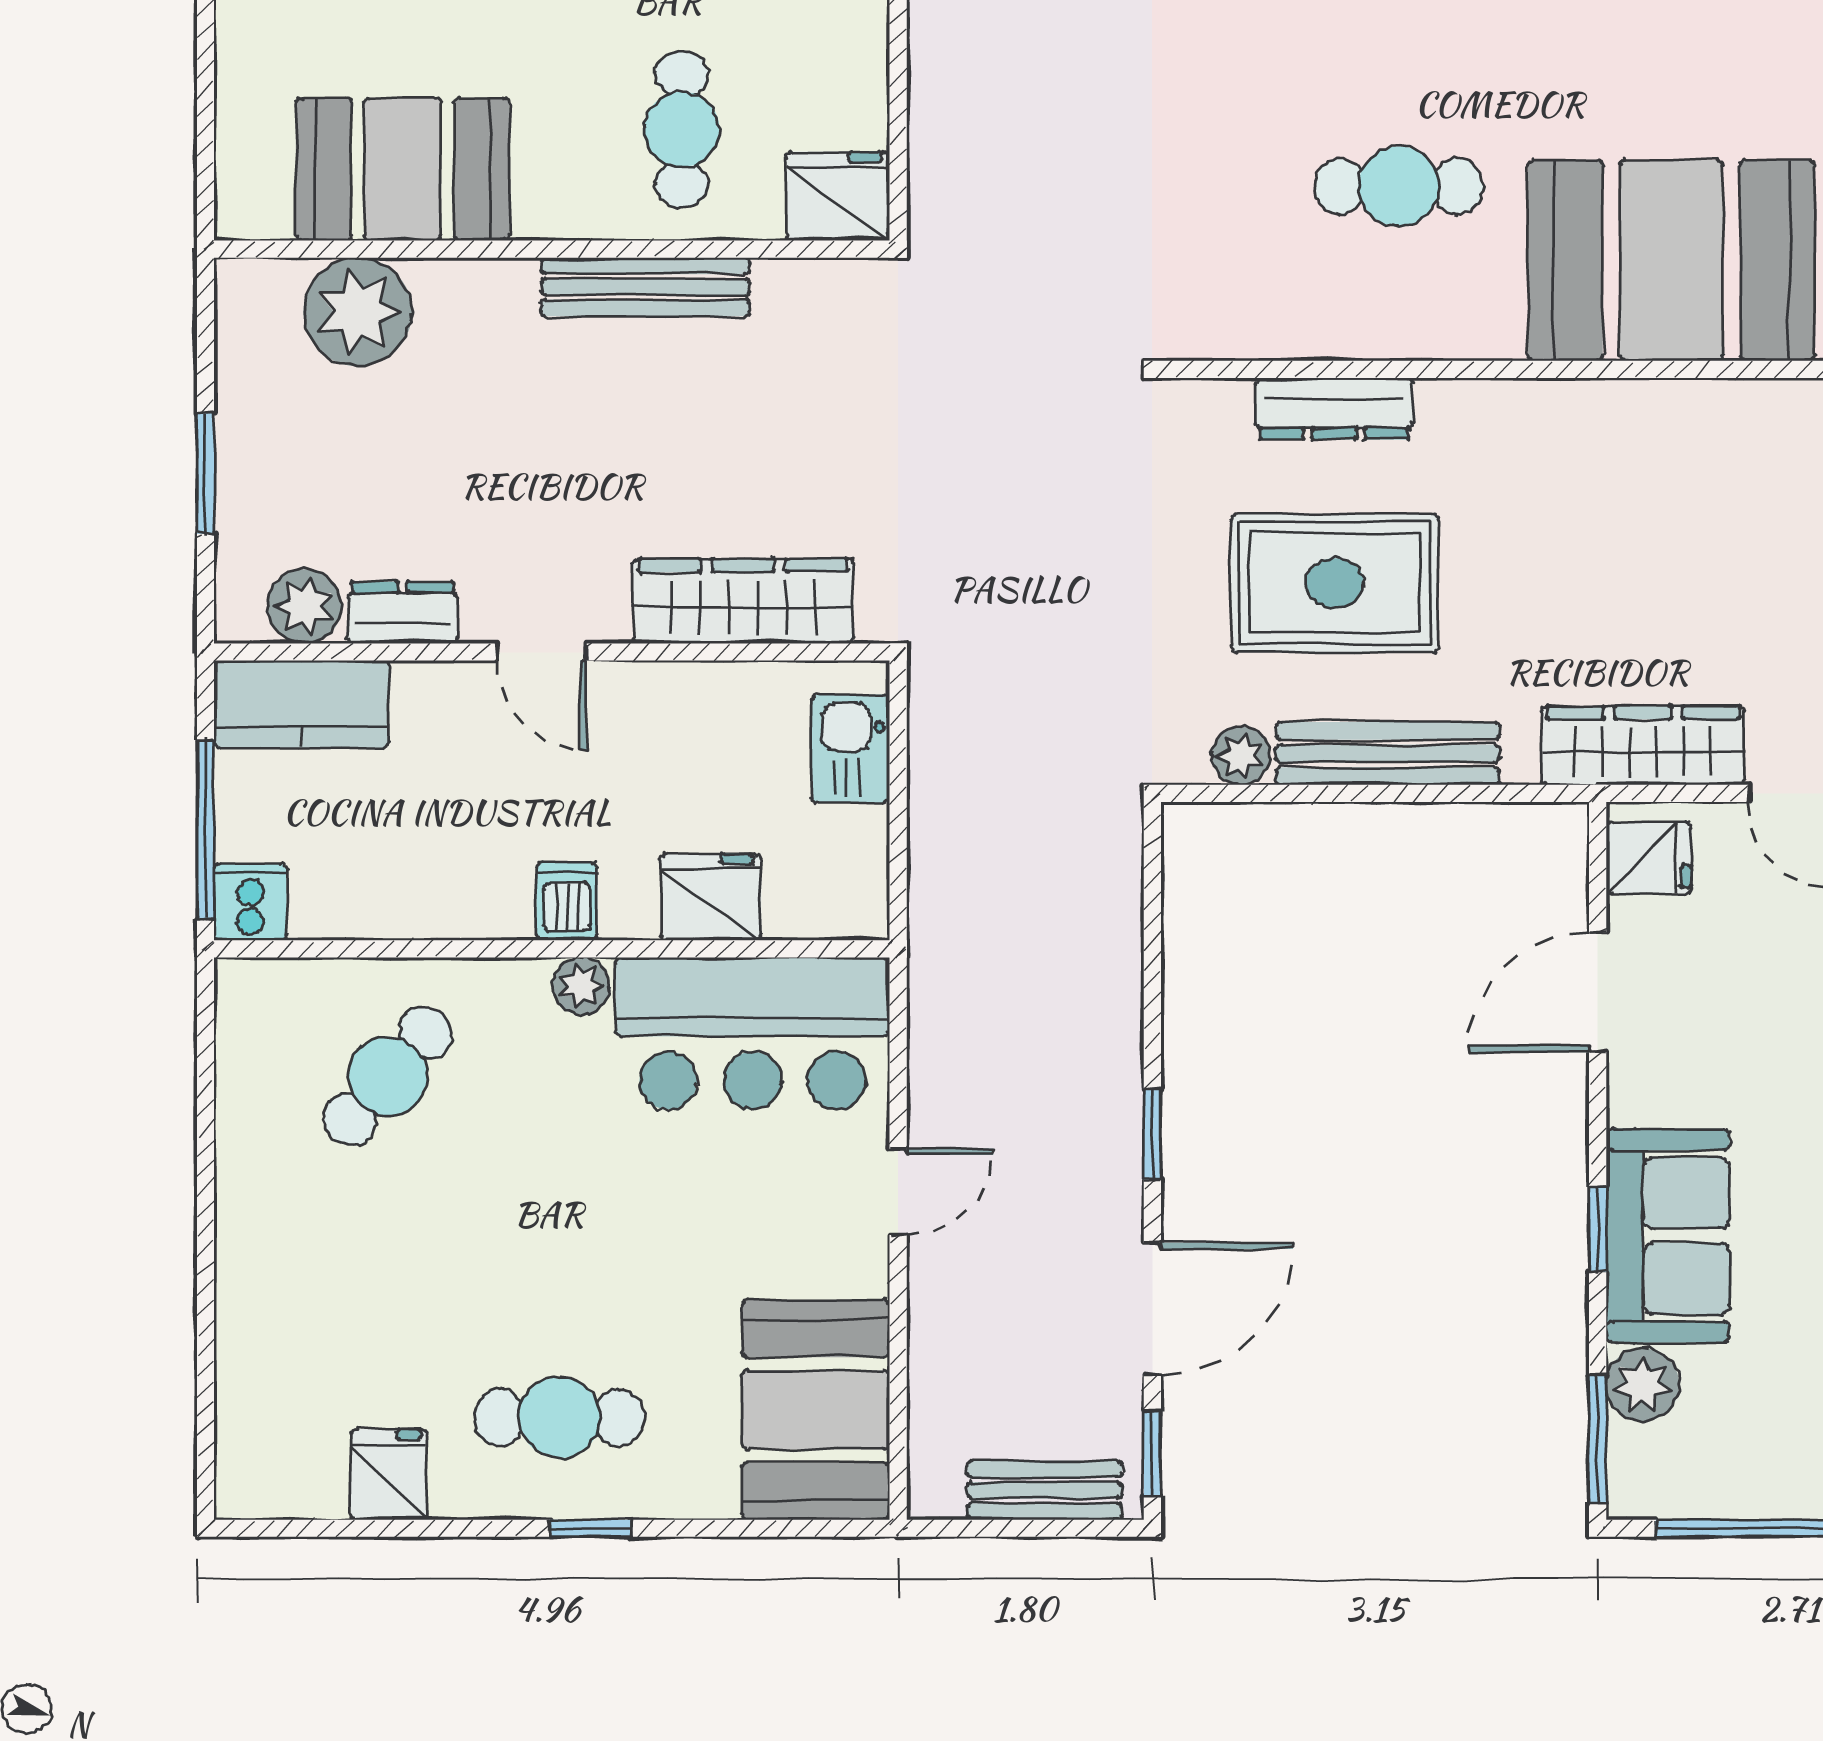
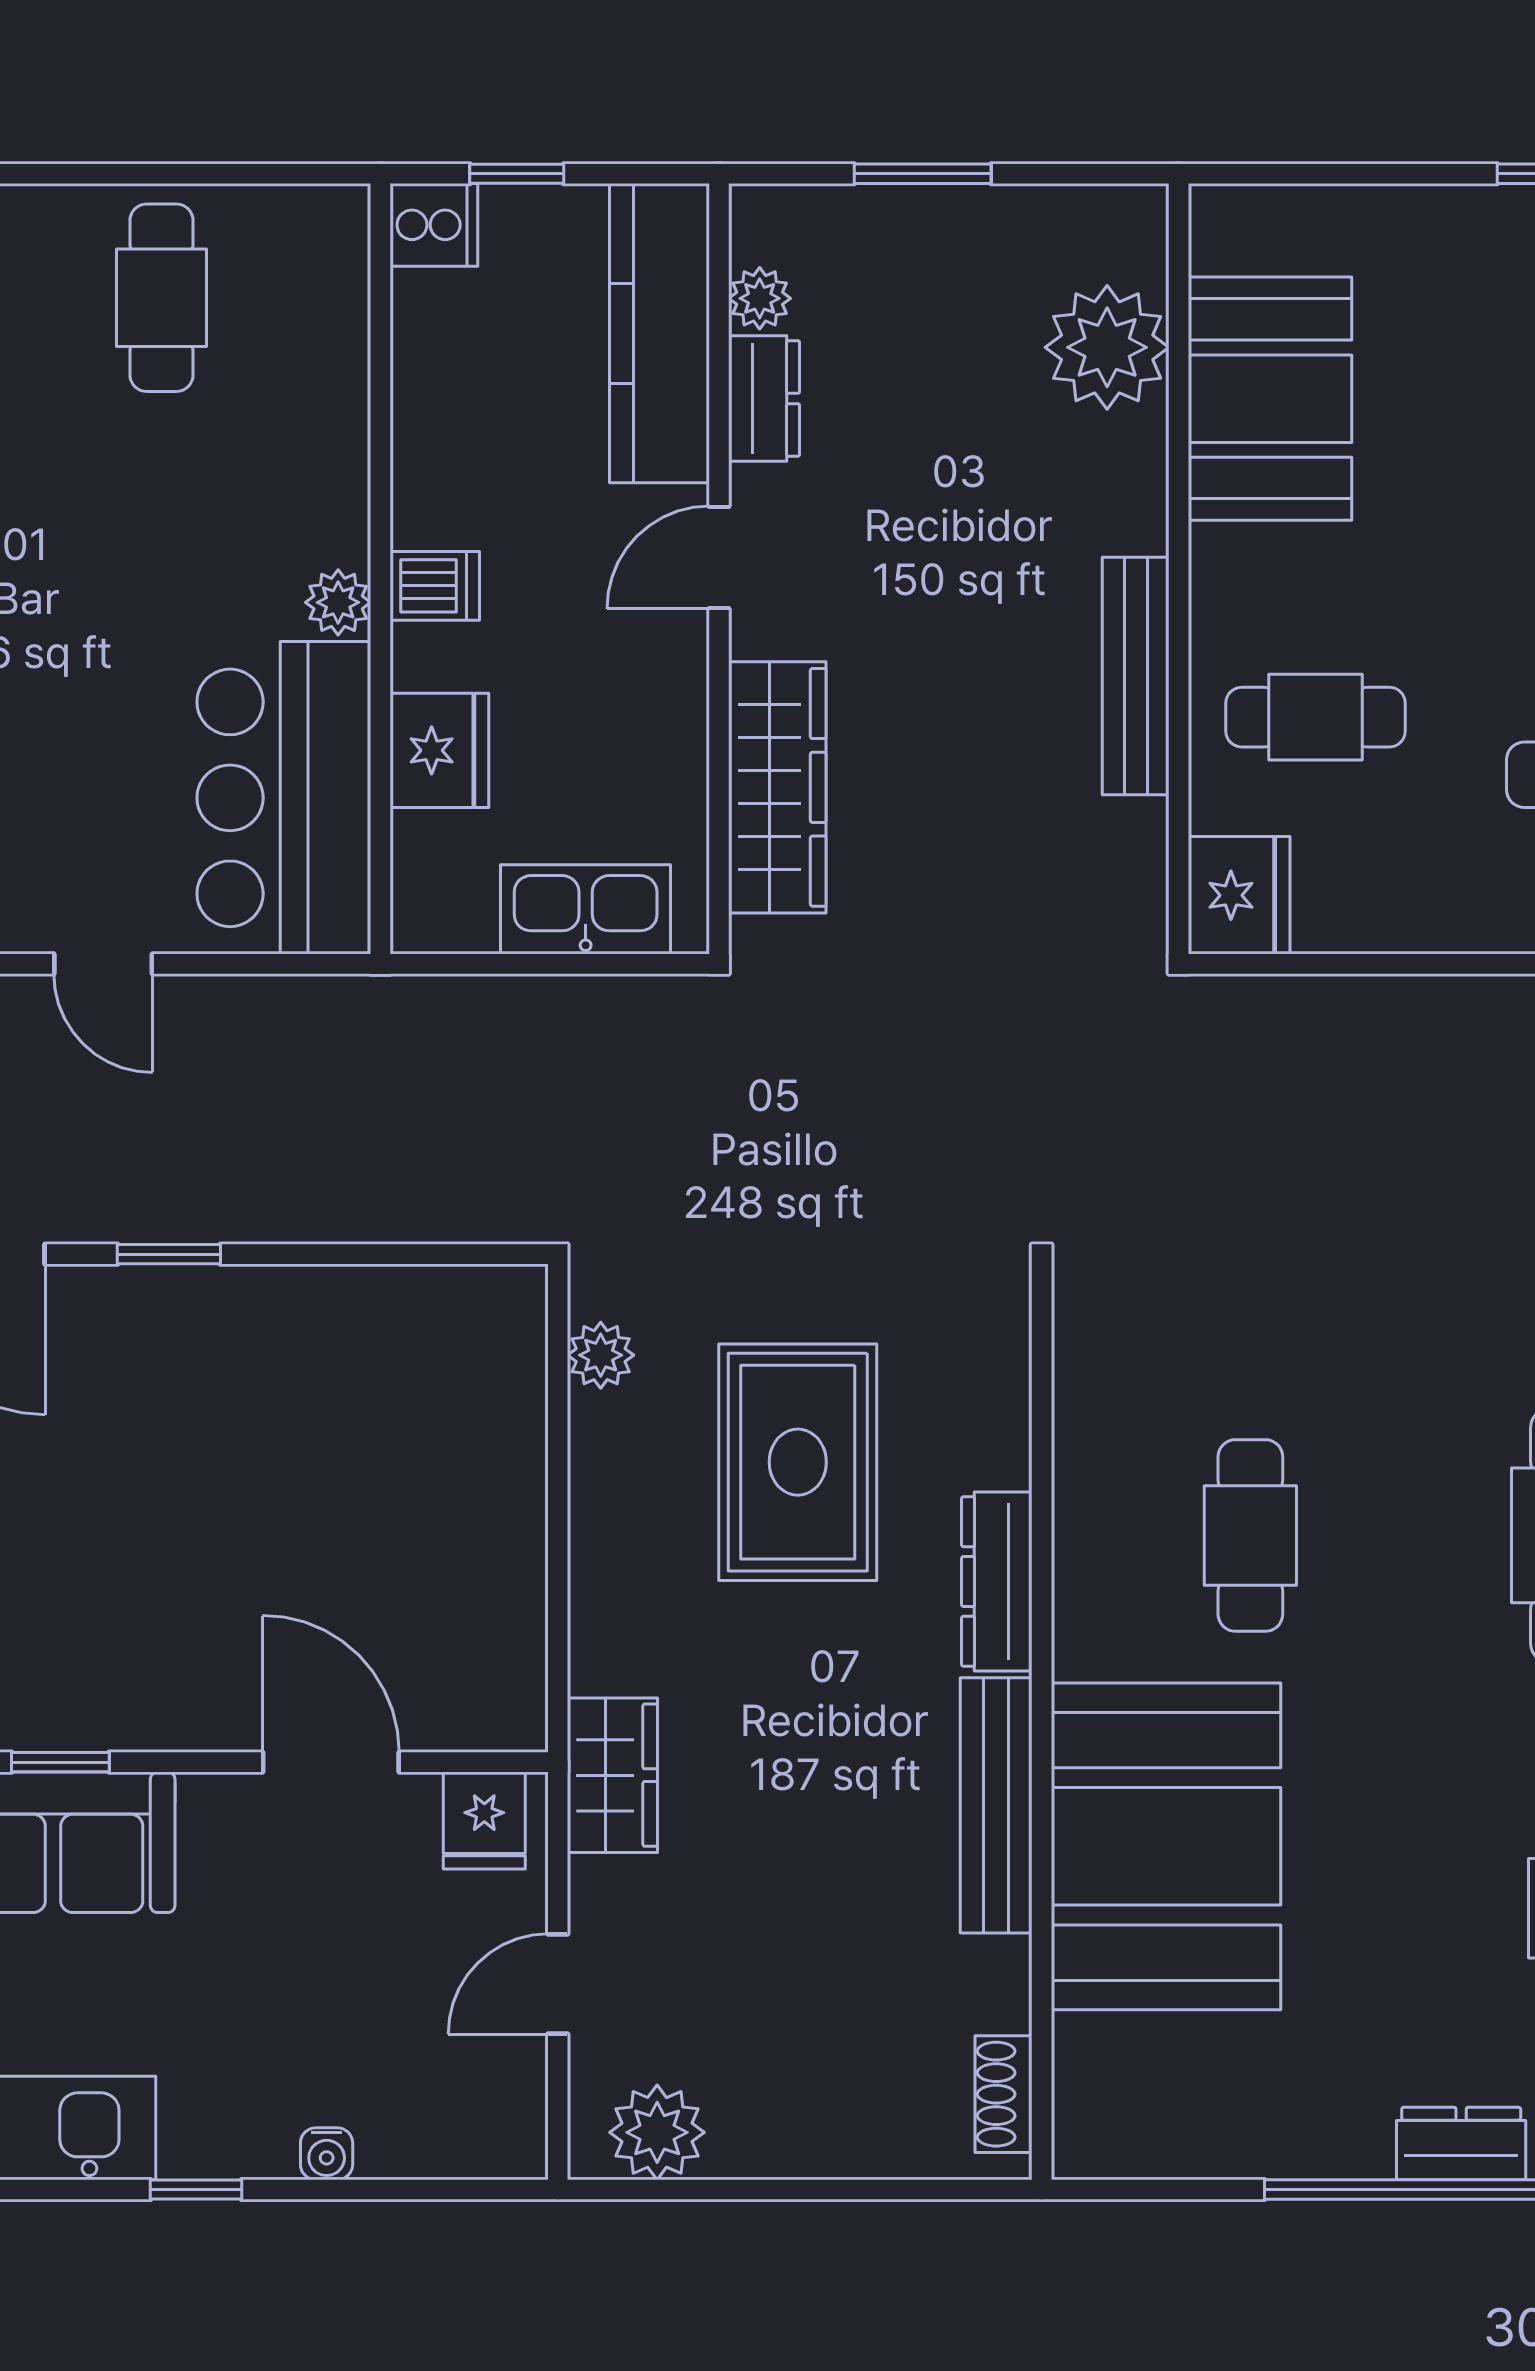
dresser: (1334, 409) -> (997, 1581), moved
plant: (305, 606) -> (760, 298), width x0.73, depth x0.73
kitchen counter: (302, 704) -> (659, 333), width x1.50
wardrobe: (1643, 746) -> (612, 1775), width x0.67
kitchen sink: (850, 749) -> (586, 909), width x1.38
bench: (1388, 753) -> (996, 1805), moved
window: (206, 829) -> (517, 174), width x0.46
cafe table: (388, 1076) -> (161, 298), moved, turned 49

